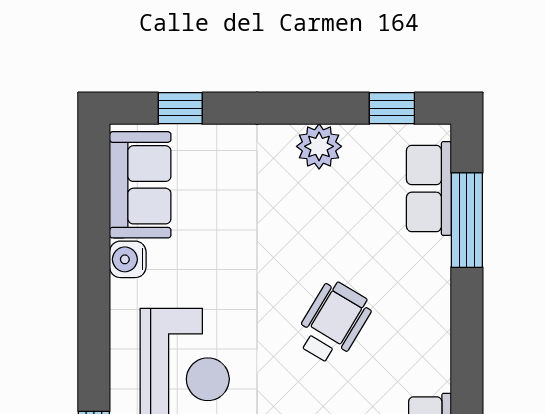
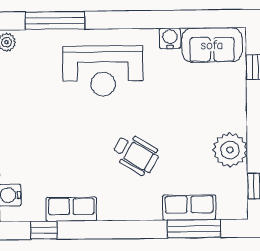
plant: (319, 146) -> (230, 150), width x1.36, depth x1.36
row of seats: (429, 188) -> (189, 207), moved

